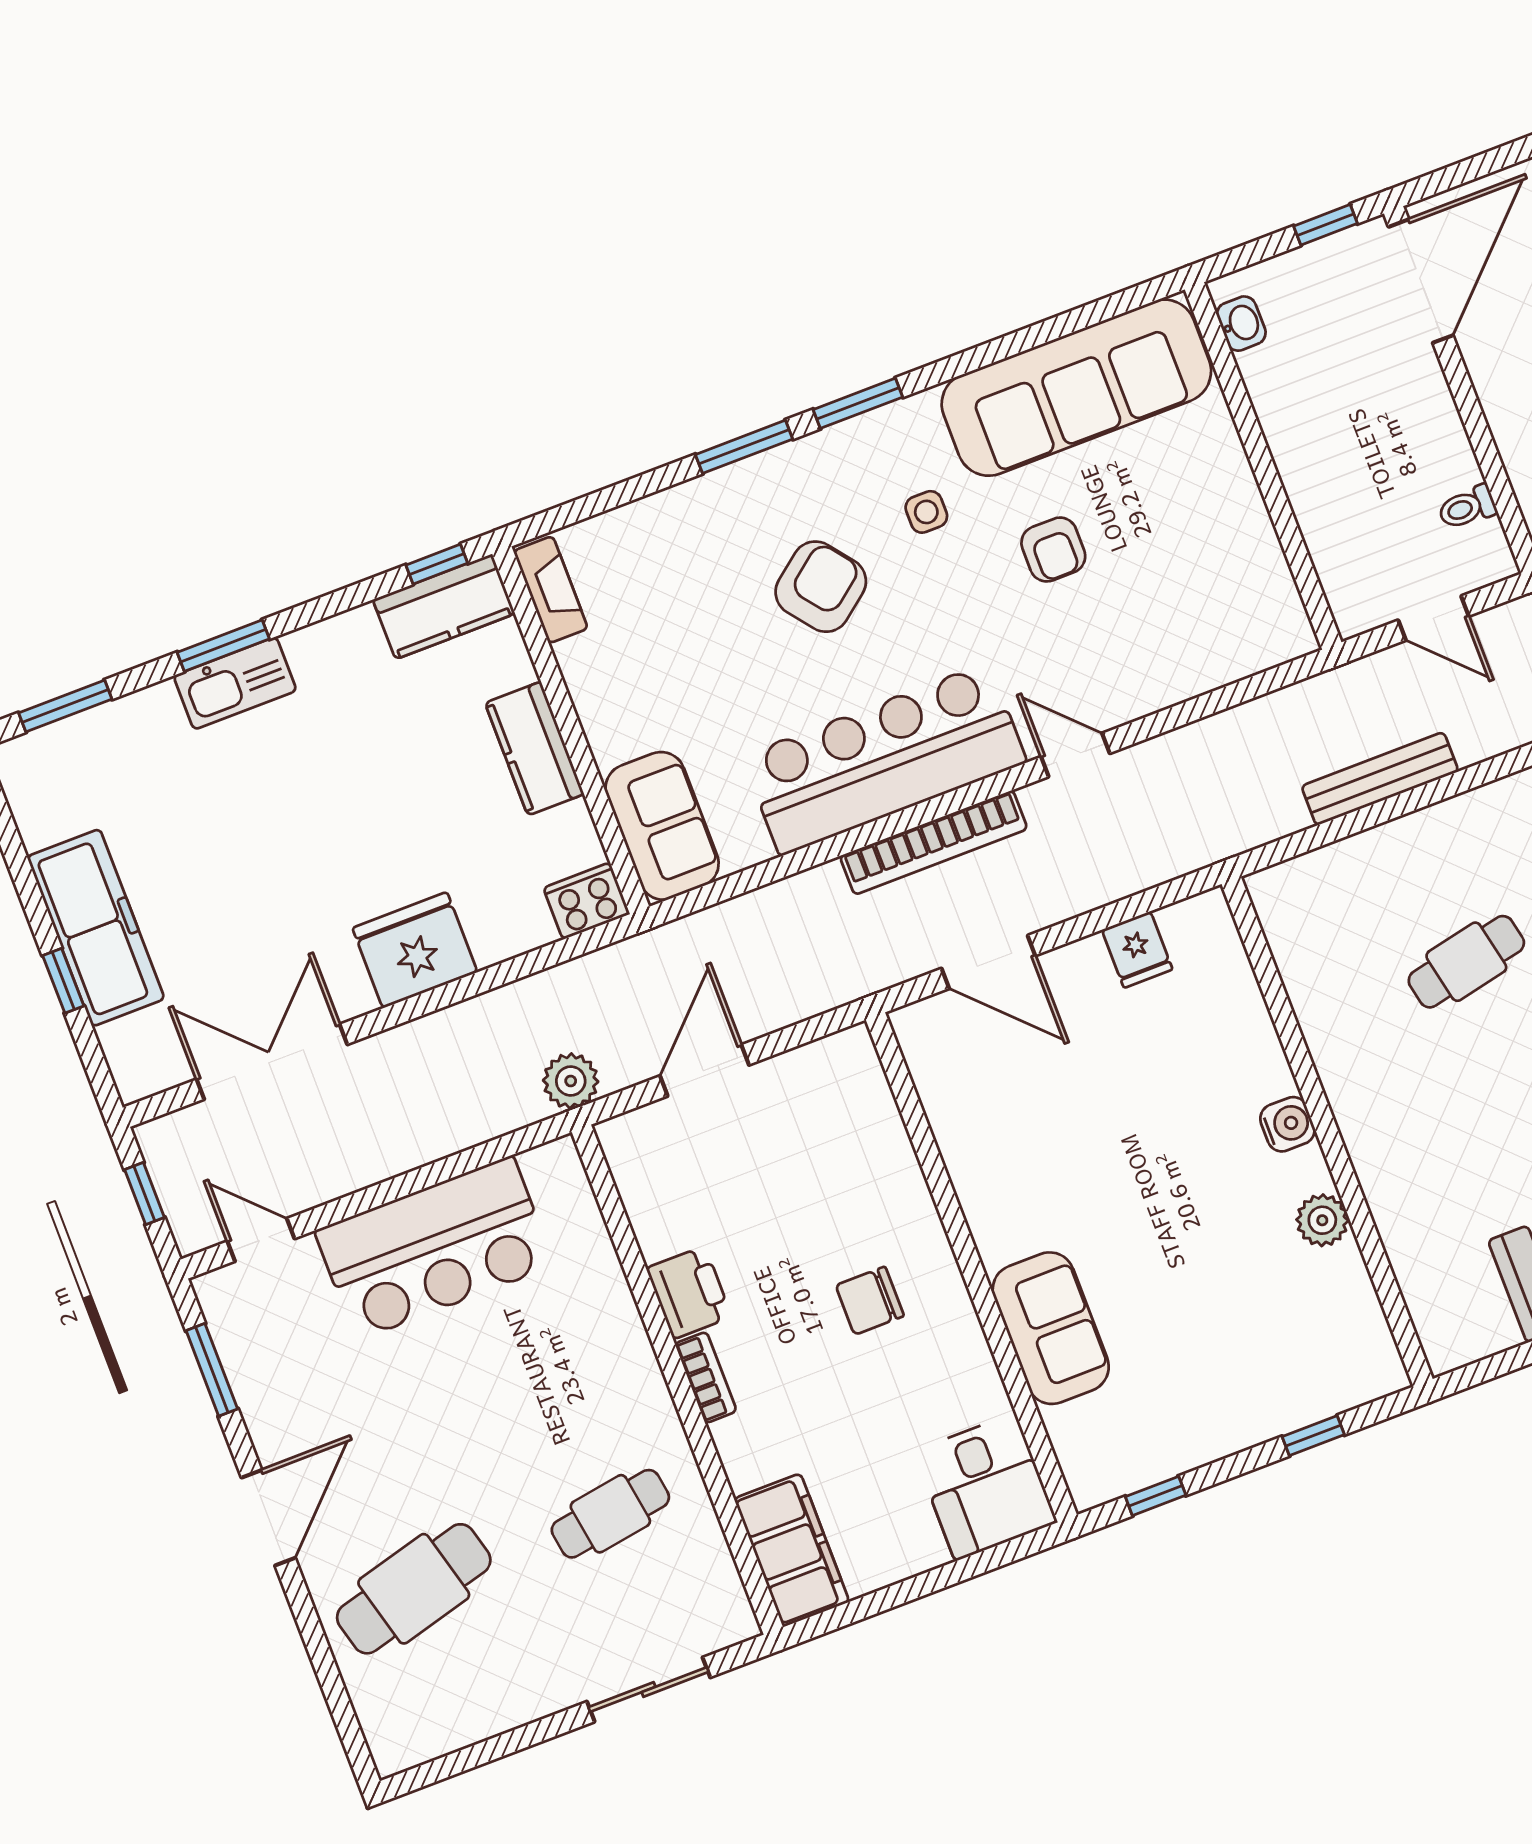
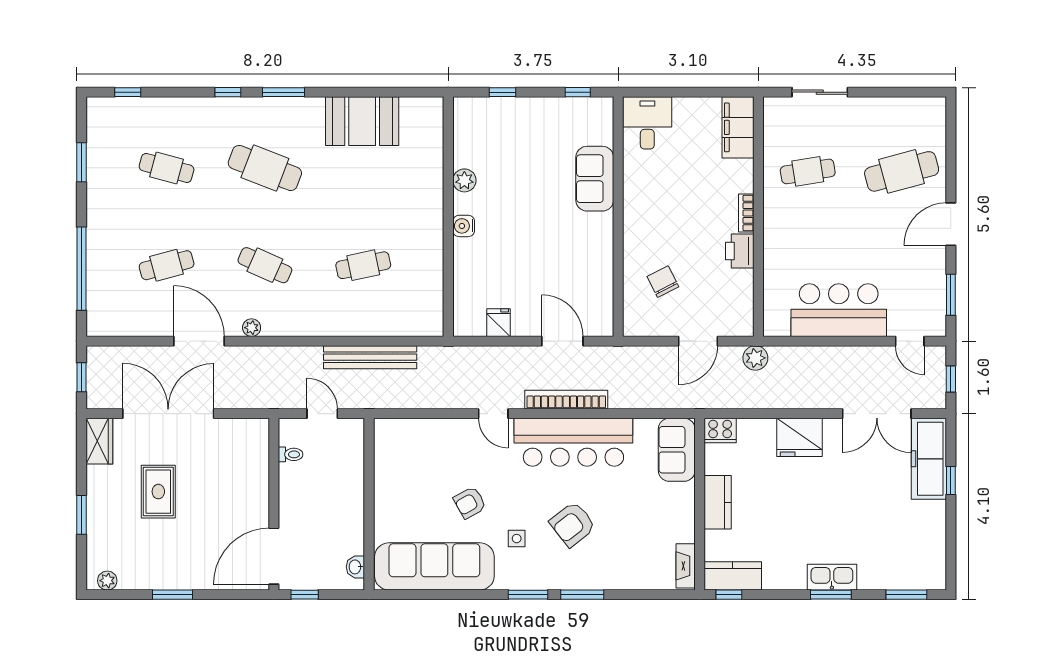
armchair: (1053, 550) -> (470, 503), turned -119
bench: (1380, 779) -> (370, 357), width x1.37, depth x1.21
freezer: (96, 928) -> (929, 459), moved
chair: (870, 1301) -> (663, 282), moved, turned -117

